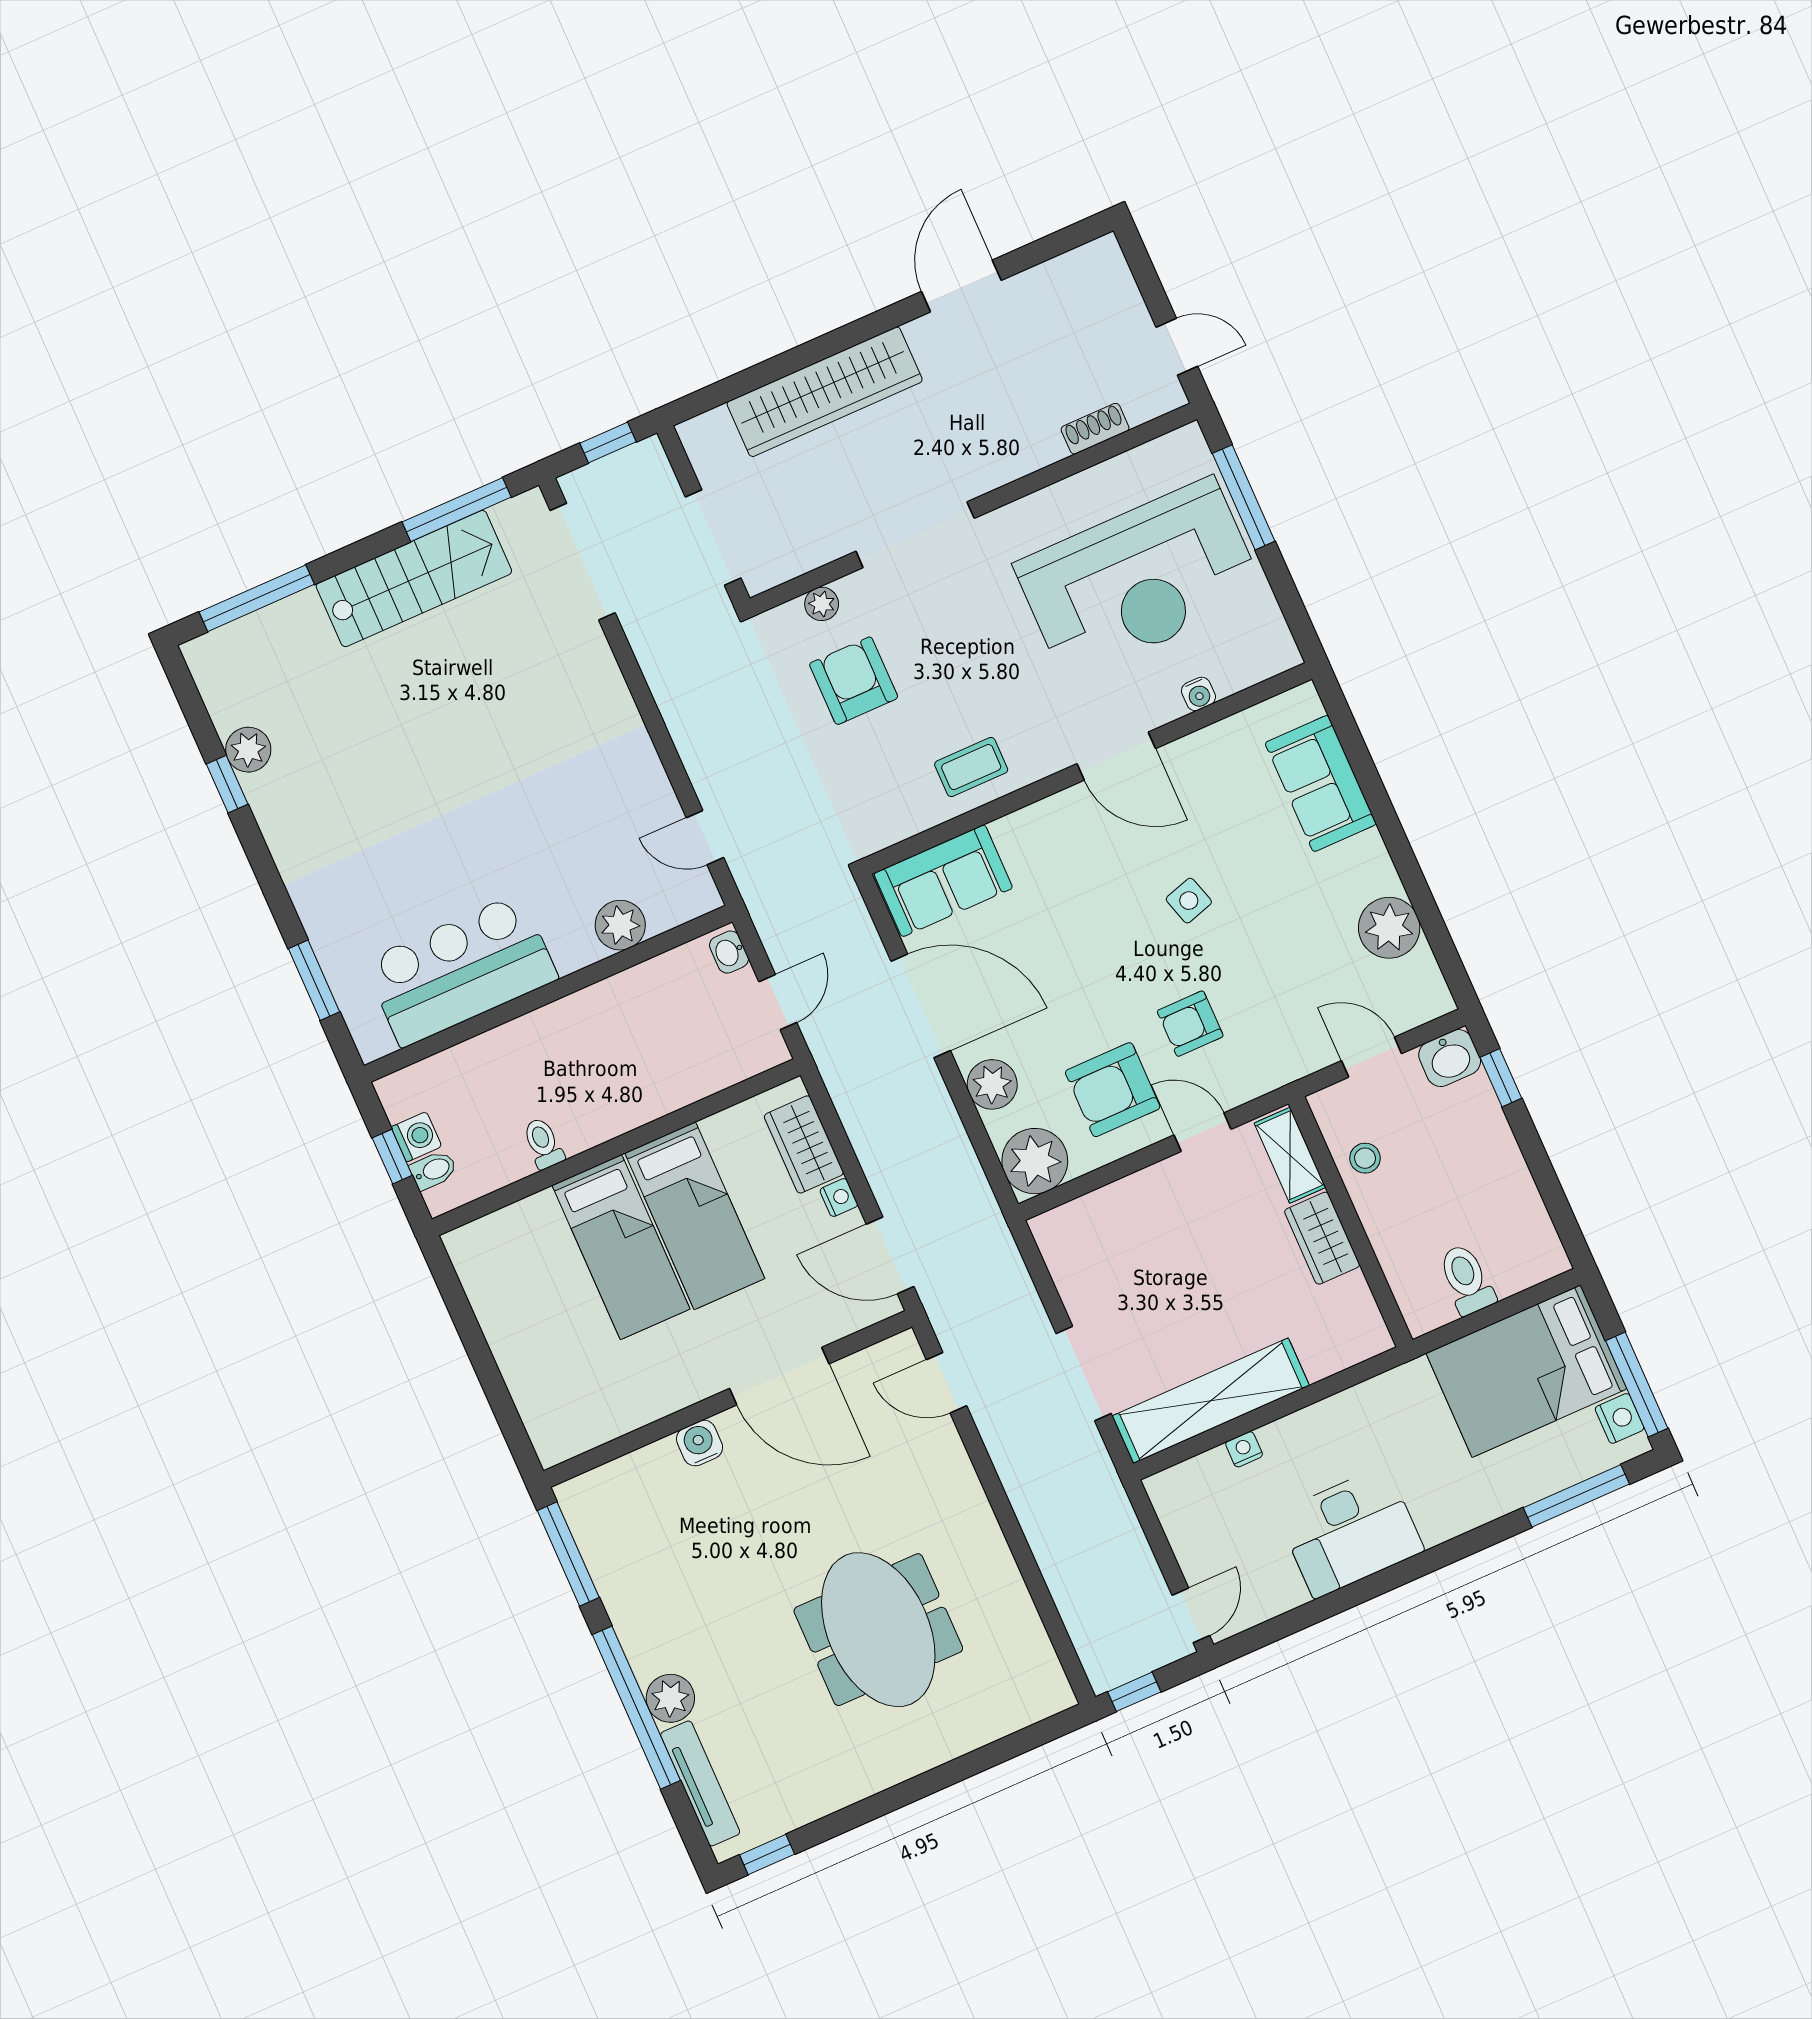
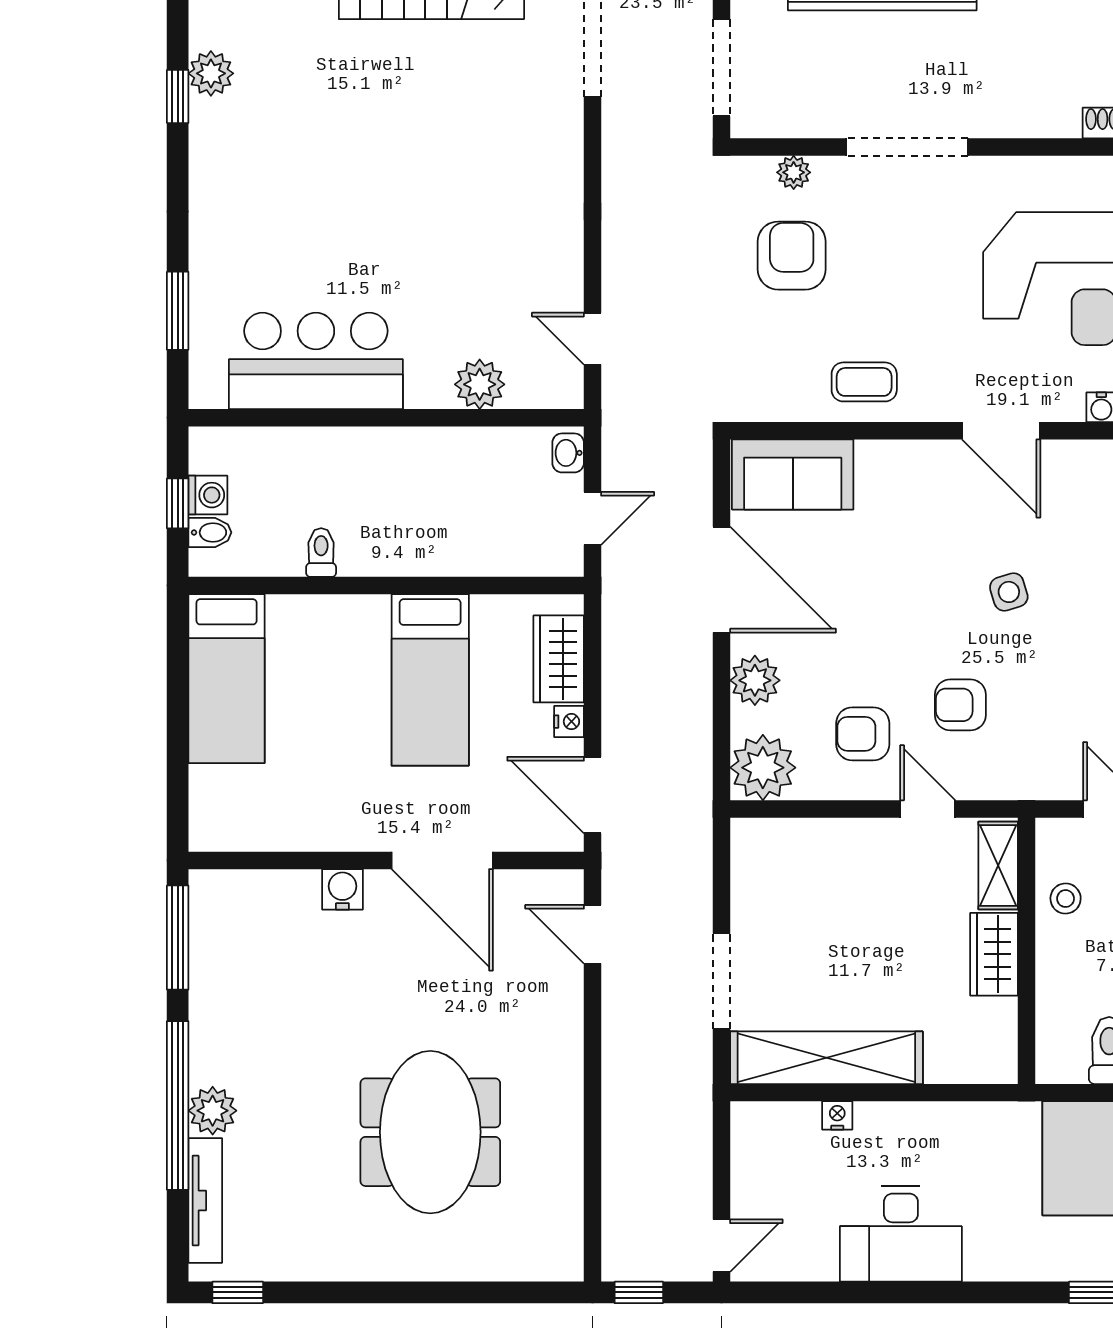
armchair: (1113, 1090) -> (863, 734), width x0.72, depth x0.72
bed: (621, 1247) -> (227, 679), moved

